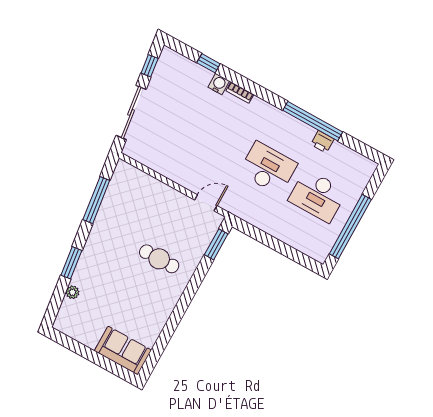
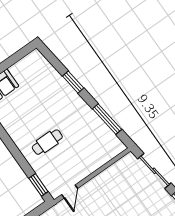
plant: (73, 292) -> (53, 73), removed

